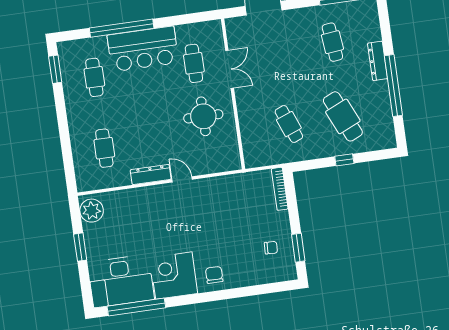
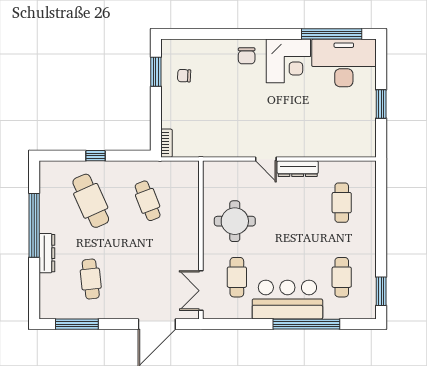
double door: (230, 69) -> (201, 291), moved
bookcase: (280, 189) -> (167, 143), width x0.64
plant: (92, 211) -> (364, 140), removed

